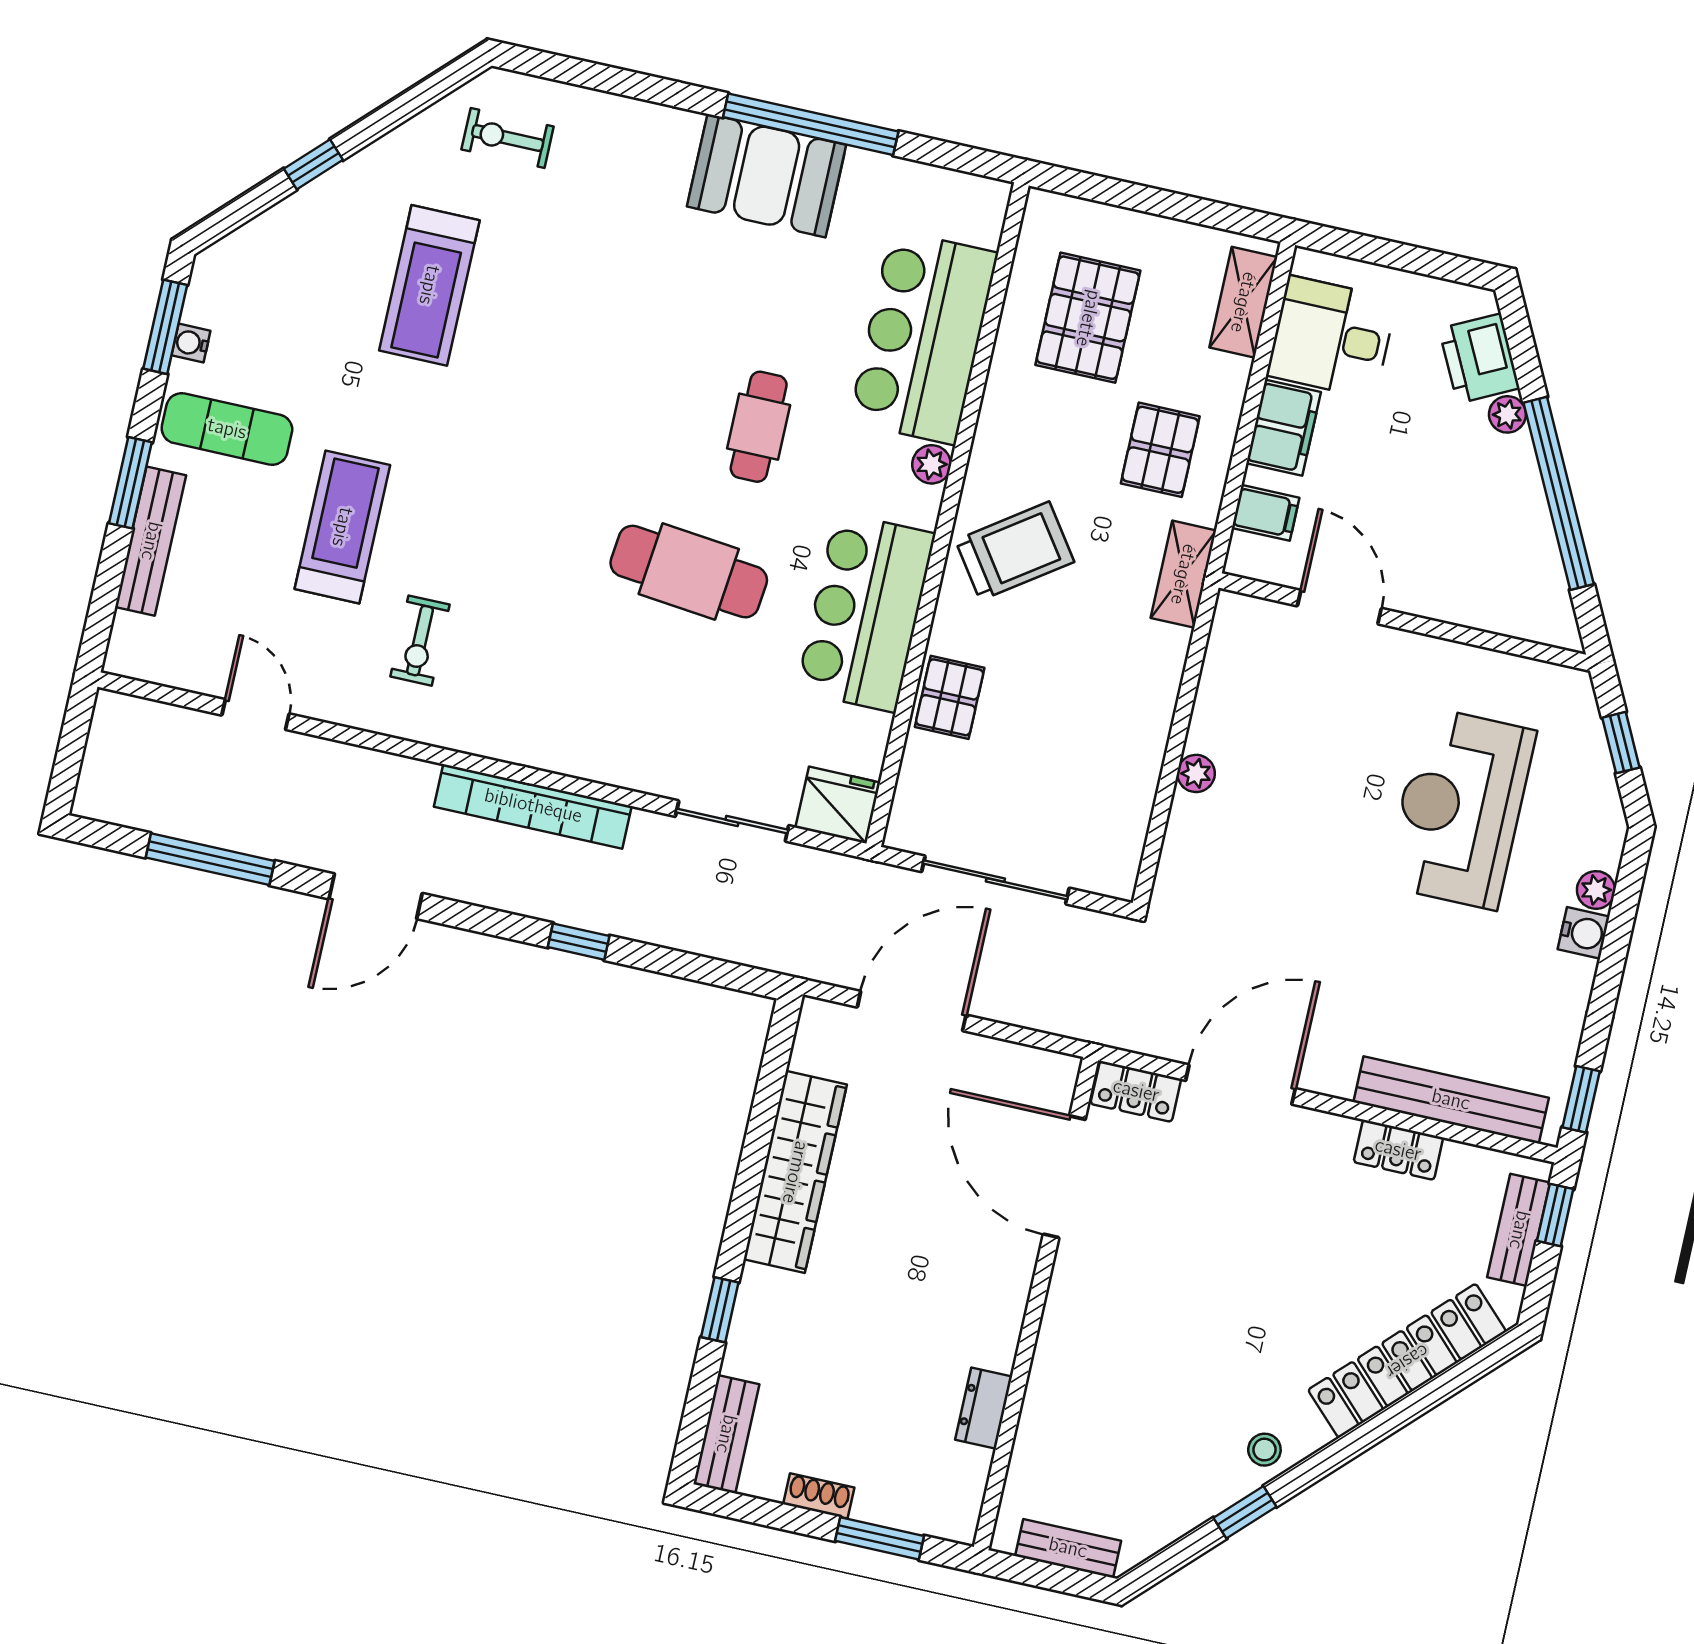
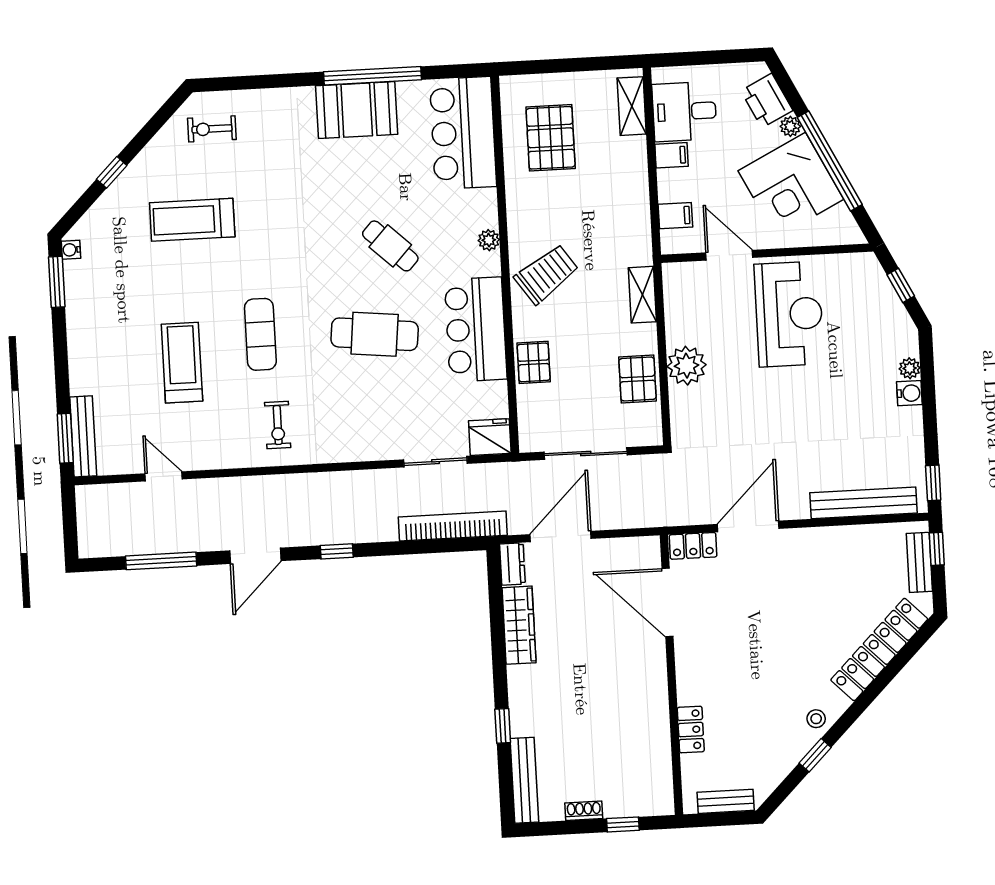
treadmill: (429, 285) -> (192, 220), turned 90
bar counter: (923, 337) -> (463, 133), moved
water cooler: (191, 343) -> (71, 250), moved
cafe table: (759, 427) -> (390, 246), turned -47
filing cabinet: (1284, 428) -> (672, 155), width x0.50
exercise mat: (227, 429) -> (260, 334), moved, turned 90
pallet: (1160, 450) -> (637, 379), moved
window: (130, 483) -> (65, 438), moved
corner desk: (1480, 516) -> (791, 185), added
bench: (151, 541) -> (83, 436), moved
shelving: (1183, 574) -> (642, 295), moved
exercise bike: (420, 641) -> (278, 425), moved
plant: (1196, 773) -> (687, 366), width x1.88, depth x1.88
bookcase: (533, 806) -> (453, 526), moved, turned 180
reception desk: (1460, 808) -> (789, 314), moved, turned 180
window: (579, 942) -> (337, 551), moved
locker: (1398, 1150) -> (691, 730), moved, turned -90
wardrobe: (795, 1172) -> (519, 625), width x0.71, depth x0.85
dresser: (984, 1408) -> (512, 564), moved, turned 180
bench: (726, 1434) -> (524, 780), width x1.36
window: (880, 1538) -> (623, 824), width x0.67

